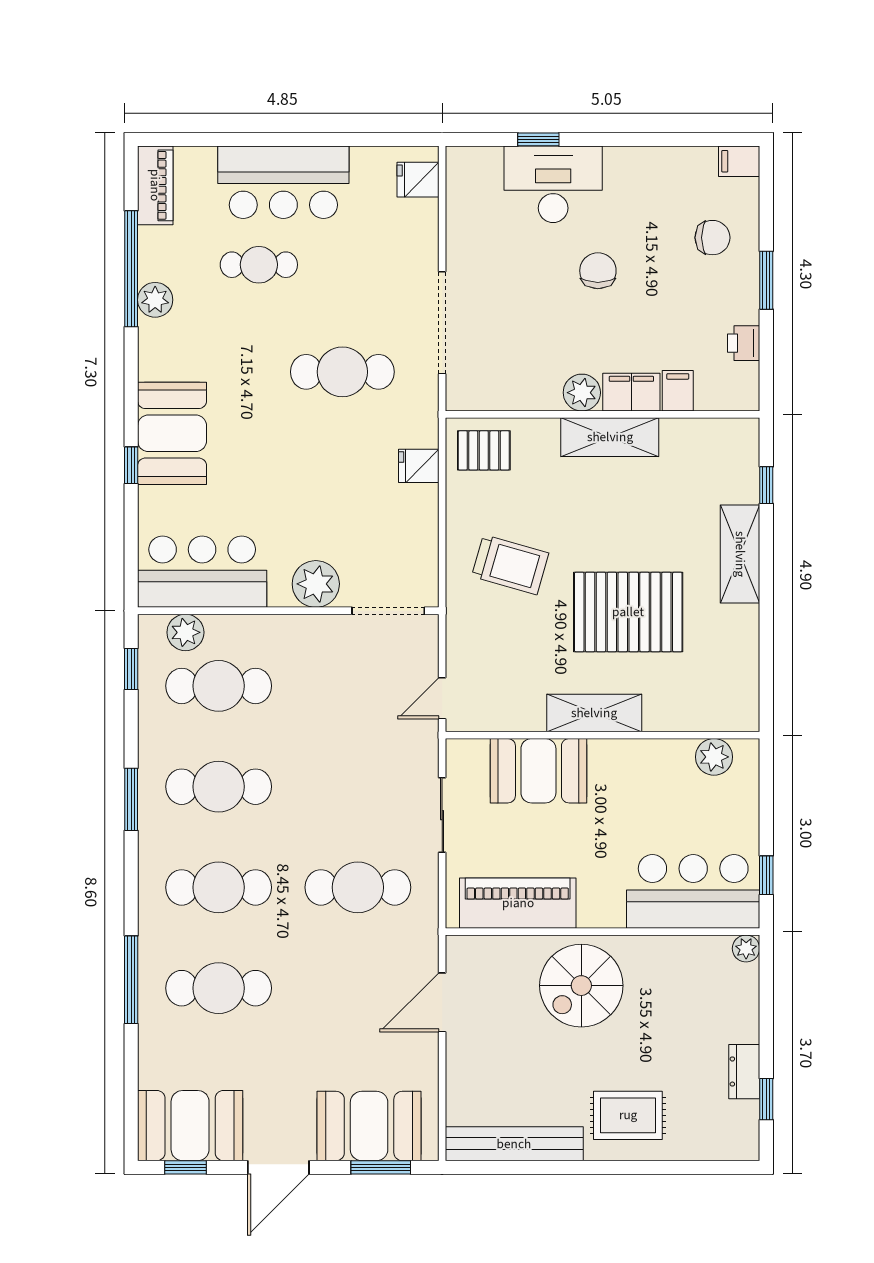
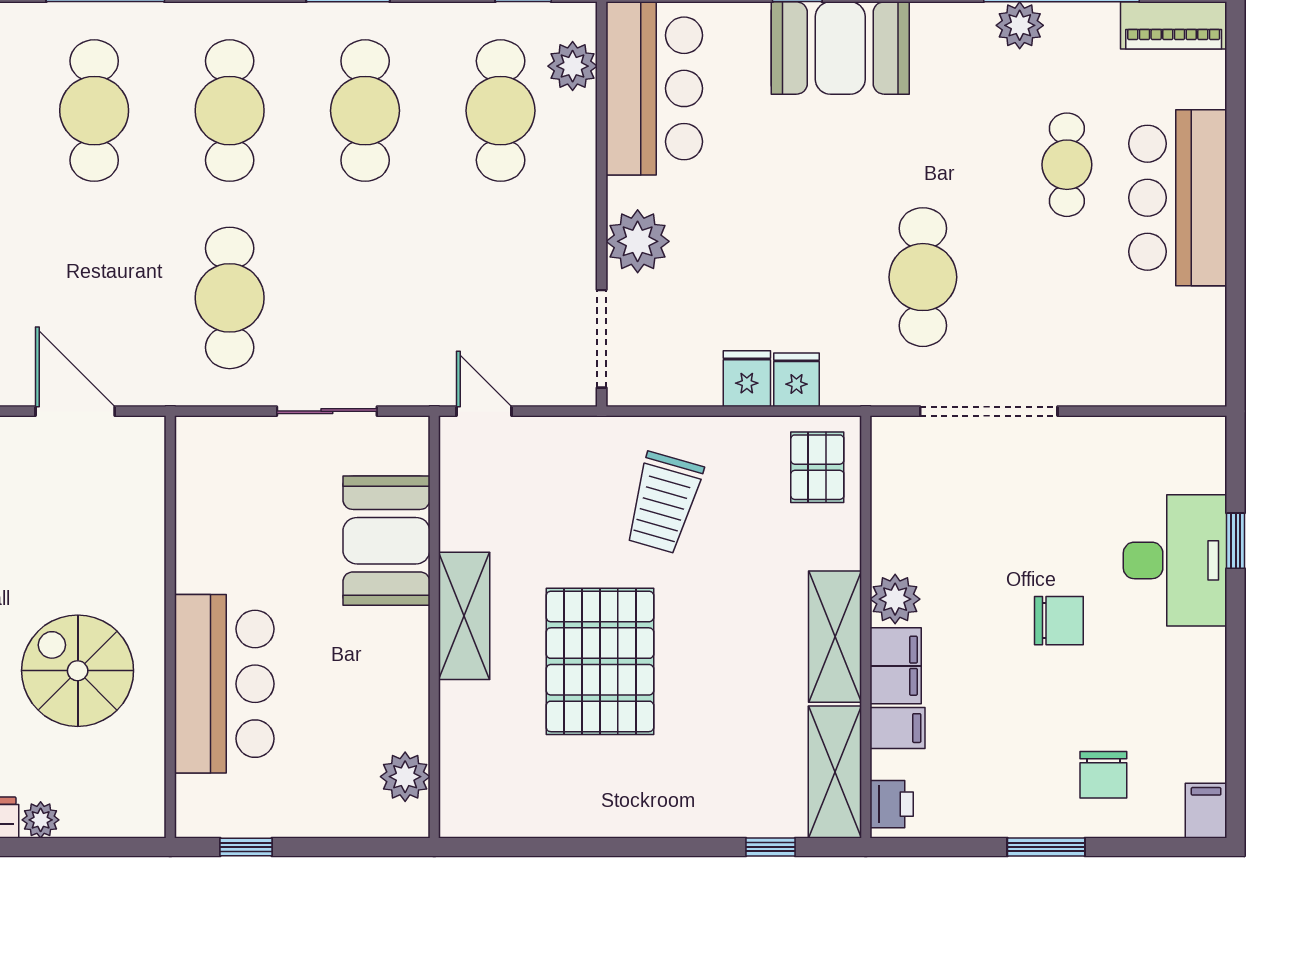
fridge: (418, 180) -> (747, 379), moved
printer: (744, 343) -> (892, 804), moved, turned 90
shelving: (740, 554) -> (835, 772), moved, turned 90
bar counter: (693, 891) -> (224, 684), moved
piano: (518, 903) -> (209, 513), removed
plant: (746, 949) -> (41, 820), moved
spiral stairs: (581, 986) -> (78, 671), moved

